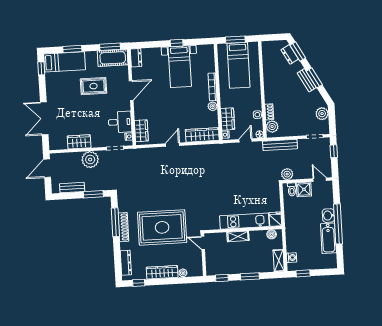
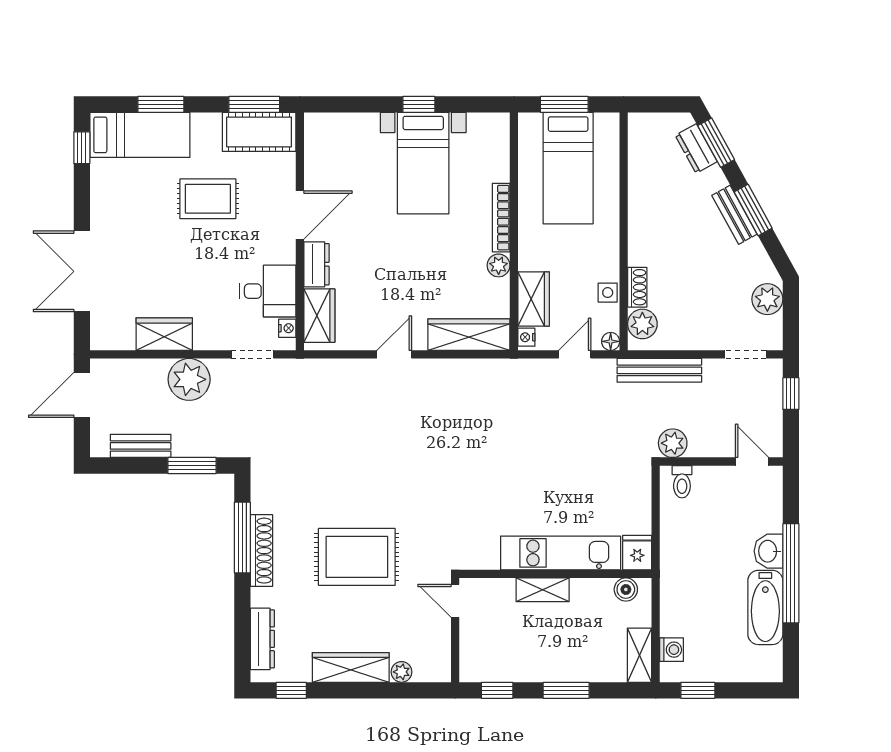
dresser: (136, 58) -> (317, 264), moved
shower: (304, 189) -> (712, 483), removed
rug: (162, 227) -> (357, 557), width x0.73, depth x0.69

